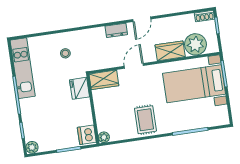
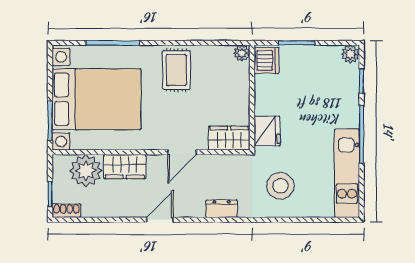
dresser: (116, 30) -> (222, 209), moved
stool: (65, 53) -> (281, 186), width x1.89, depth x1.89
bed with nightstands: (194, 84) -> (96, 99), width x1.36

